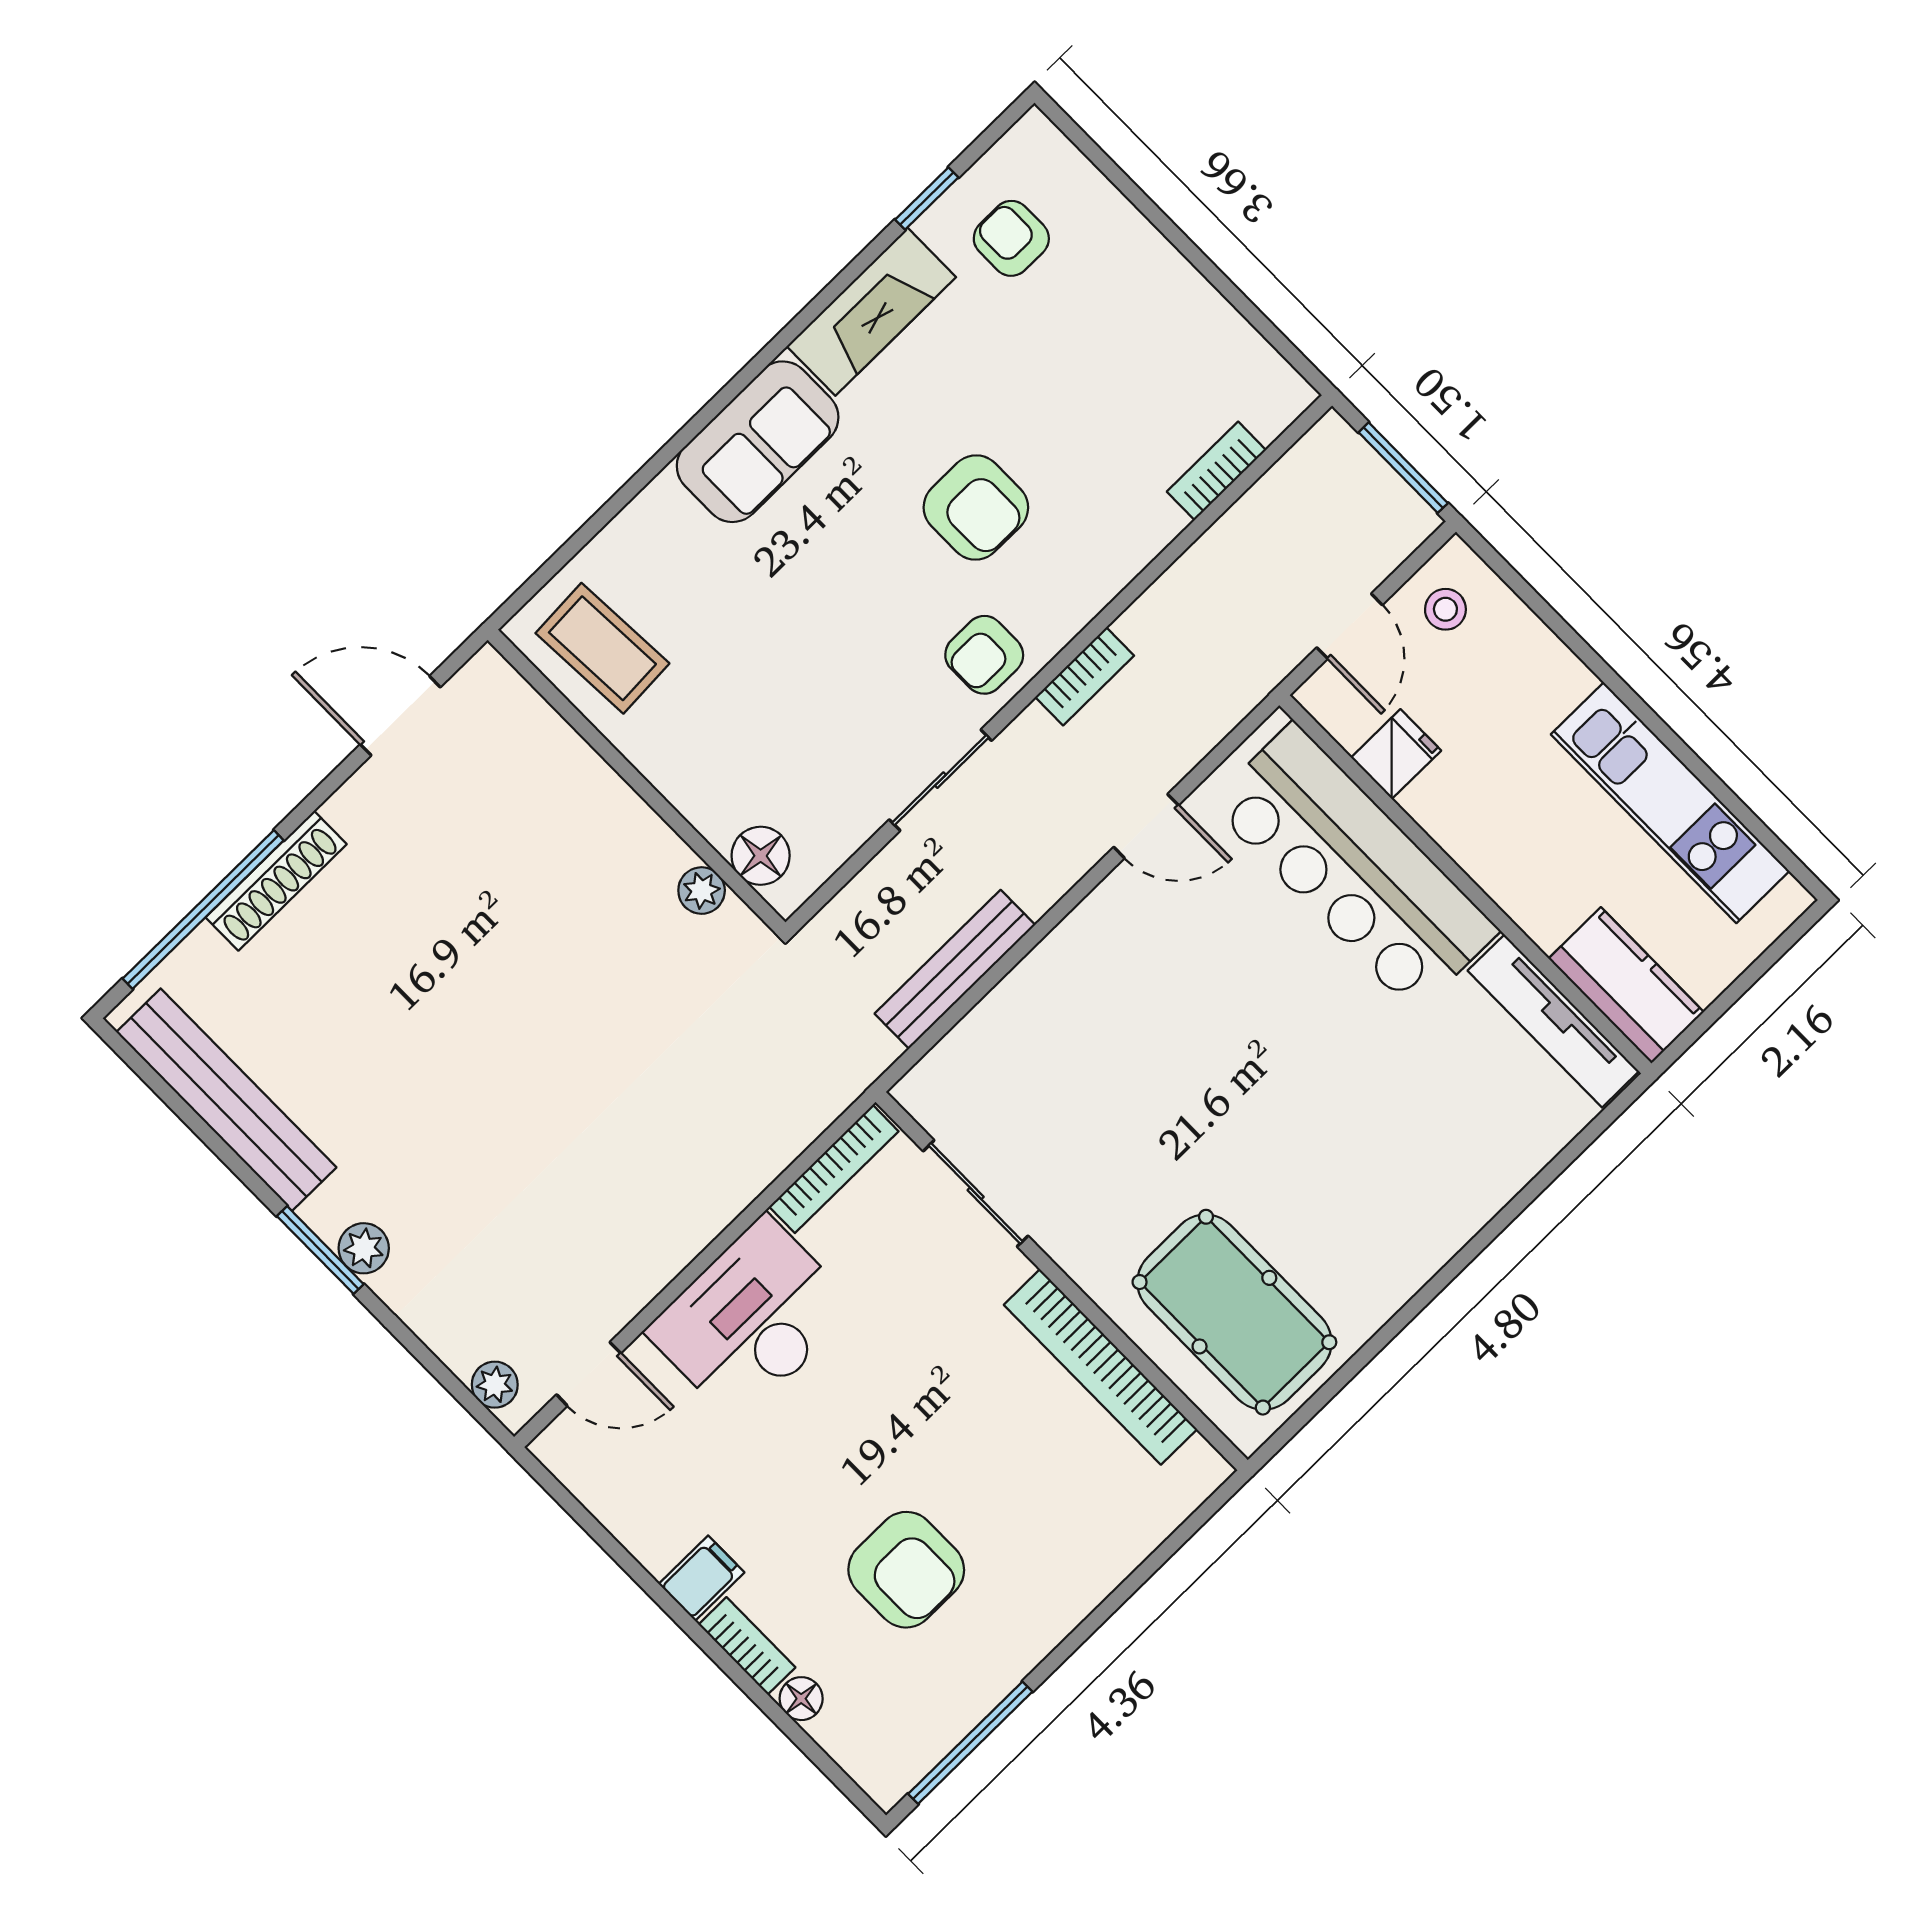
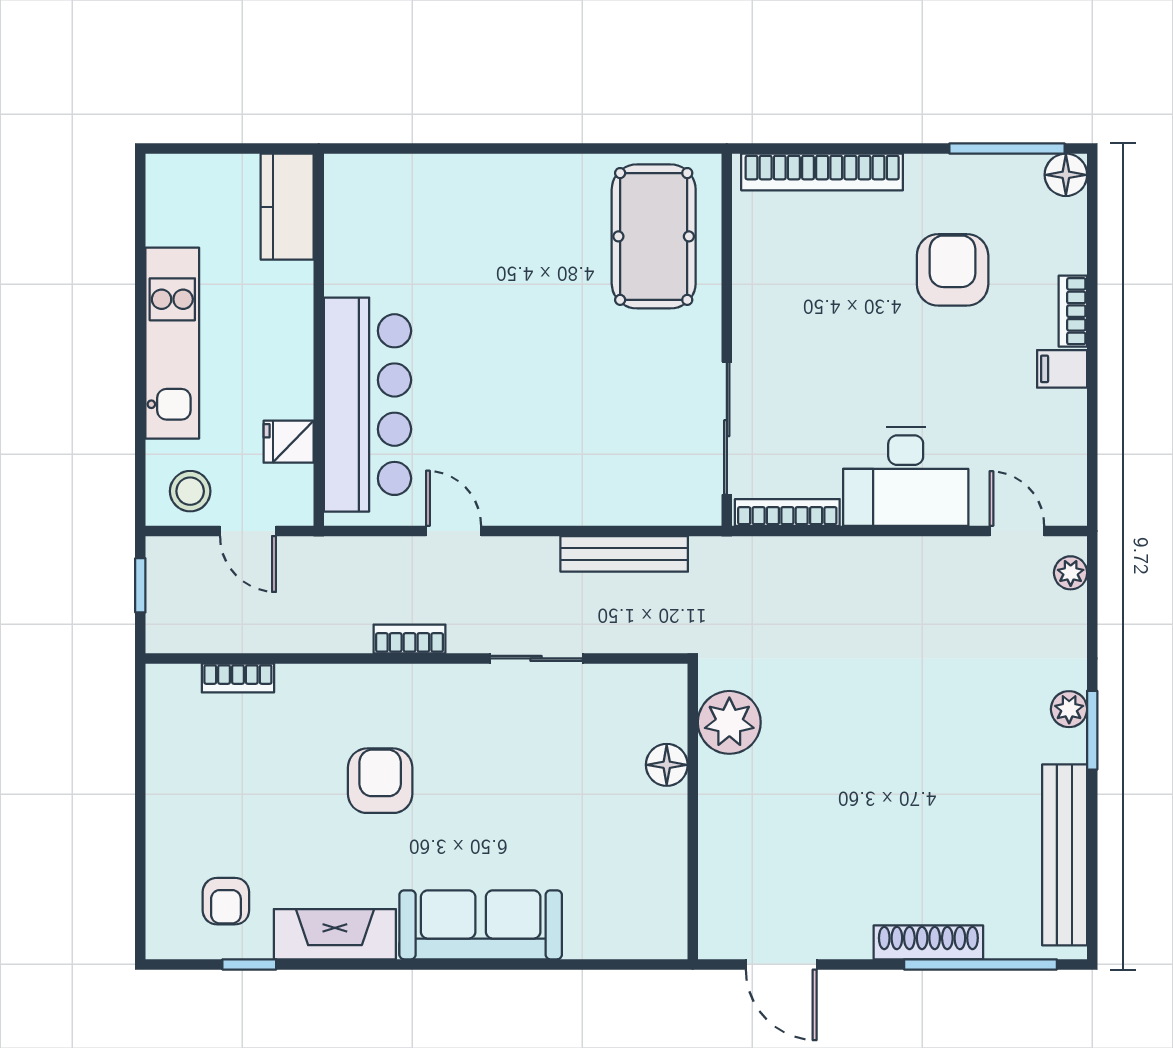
sofa: (758, 442) -> (481, 925), width x1.36
window: (1403, 468) -> (140, 585), width x0.67
stool: (1445, 609) -> (190, 491), width x1.37, depth x1.37
door: (1350, 626) -> (248, 531), swing flipped
coffee table: (602, 648) -> (643, 897), removed
armchair: (984, 655) -> (450, 701), removed
kitchen unit: (1670, 803) -> (172, 343), moved
floor lamp: (761, 856) -> (667, 765), moved
plant: (702, 891) -> (729, 722), width x1.88, depth x1.88
tv unit: (1553, 1021) -> (343, 225), removed
sliding door: (976, 1193) -> (727, 428), width x1.37
bookcase: (1100, 1367) -> (822, 172), moved, turned 90
floor lamp: (801, 1699) -> (1066, 175), moved, width x1.37, depth x1.37

